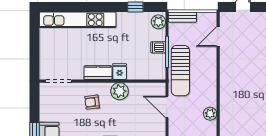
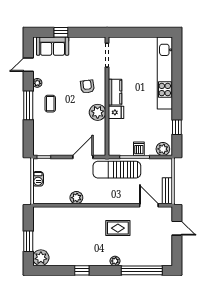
bench: (182, 17) -> (167, 191), moved
rug: (242, 70) -> (118, 228), added

